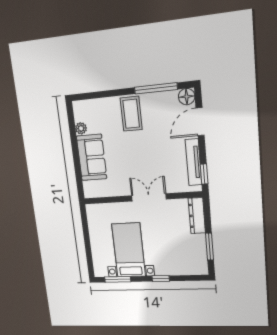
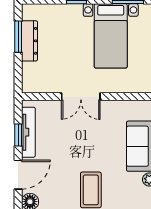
window: (204, 174) -> (18, 135), moved
dresser: (197, 216) -> (29, 41), moved

